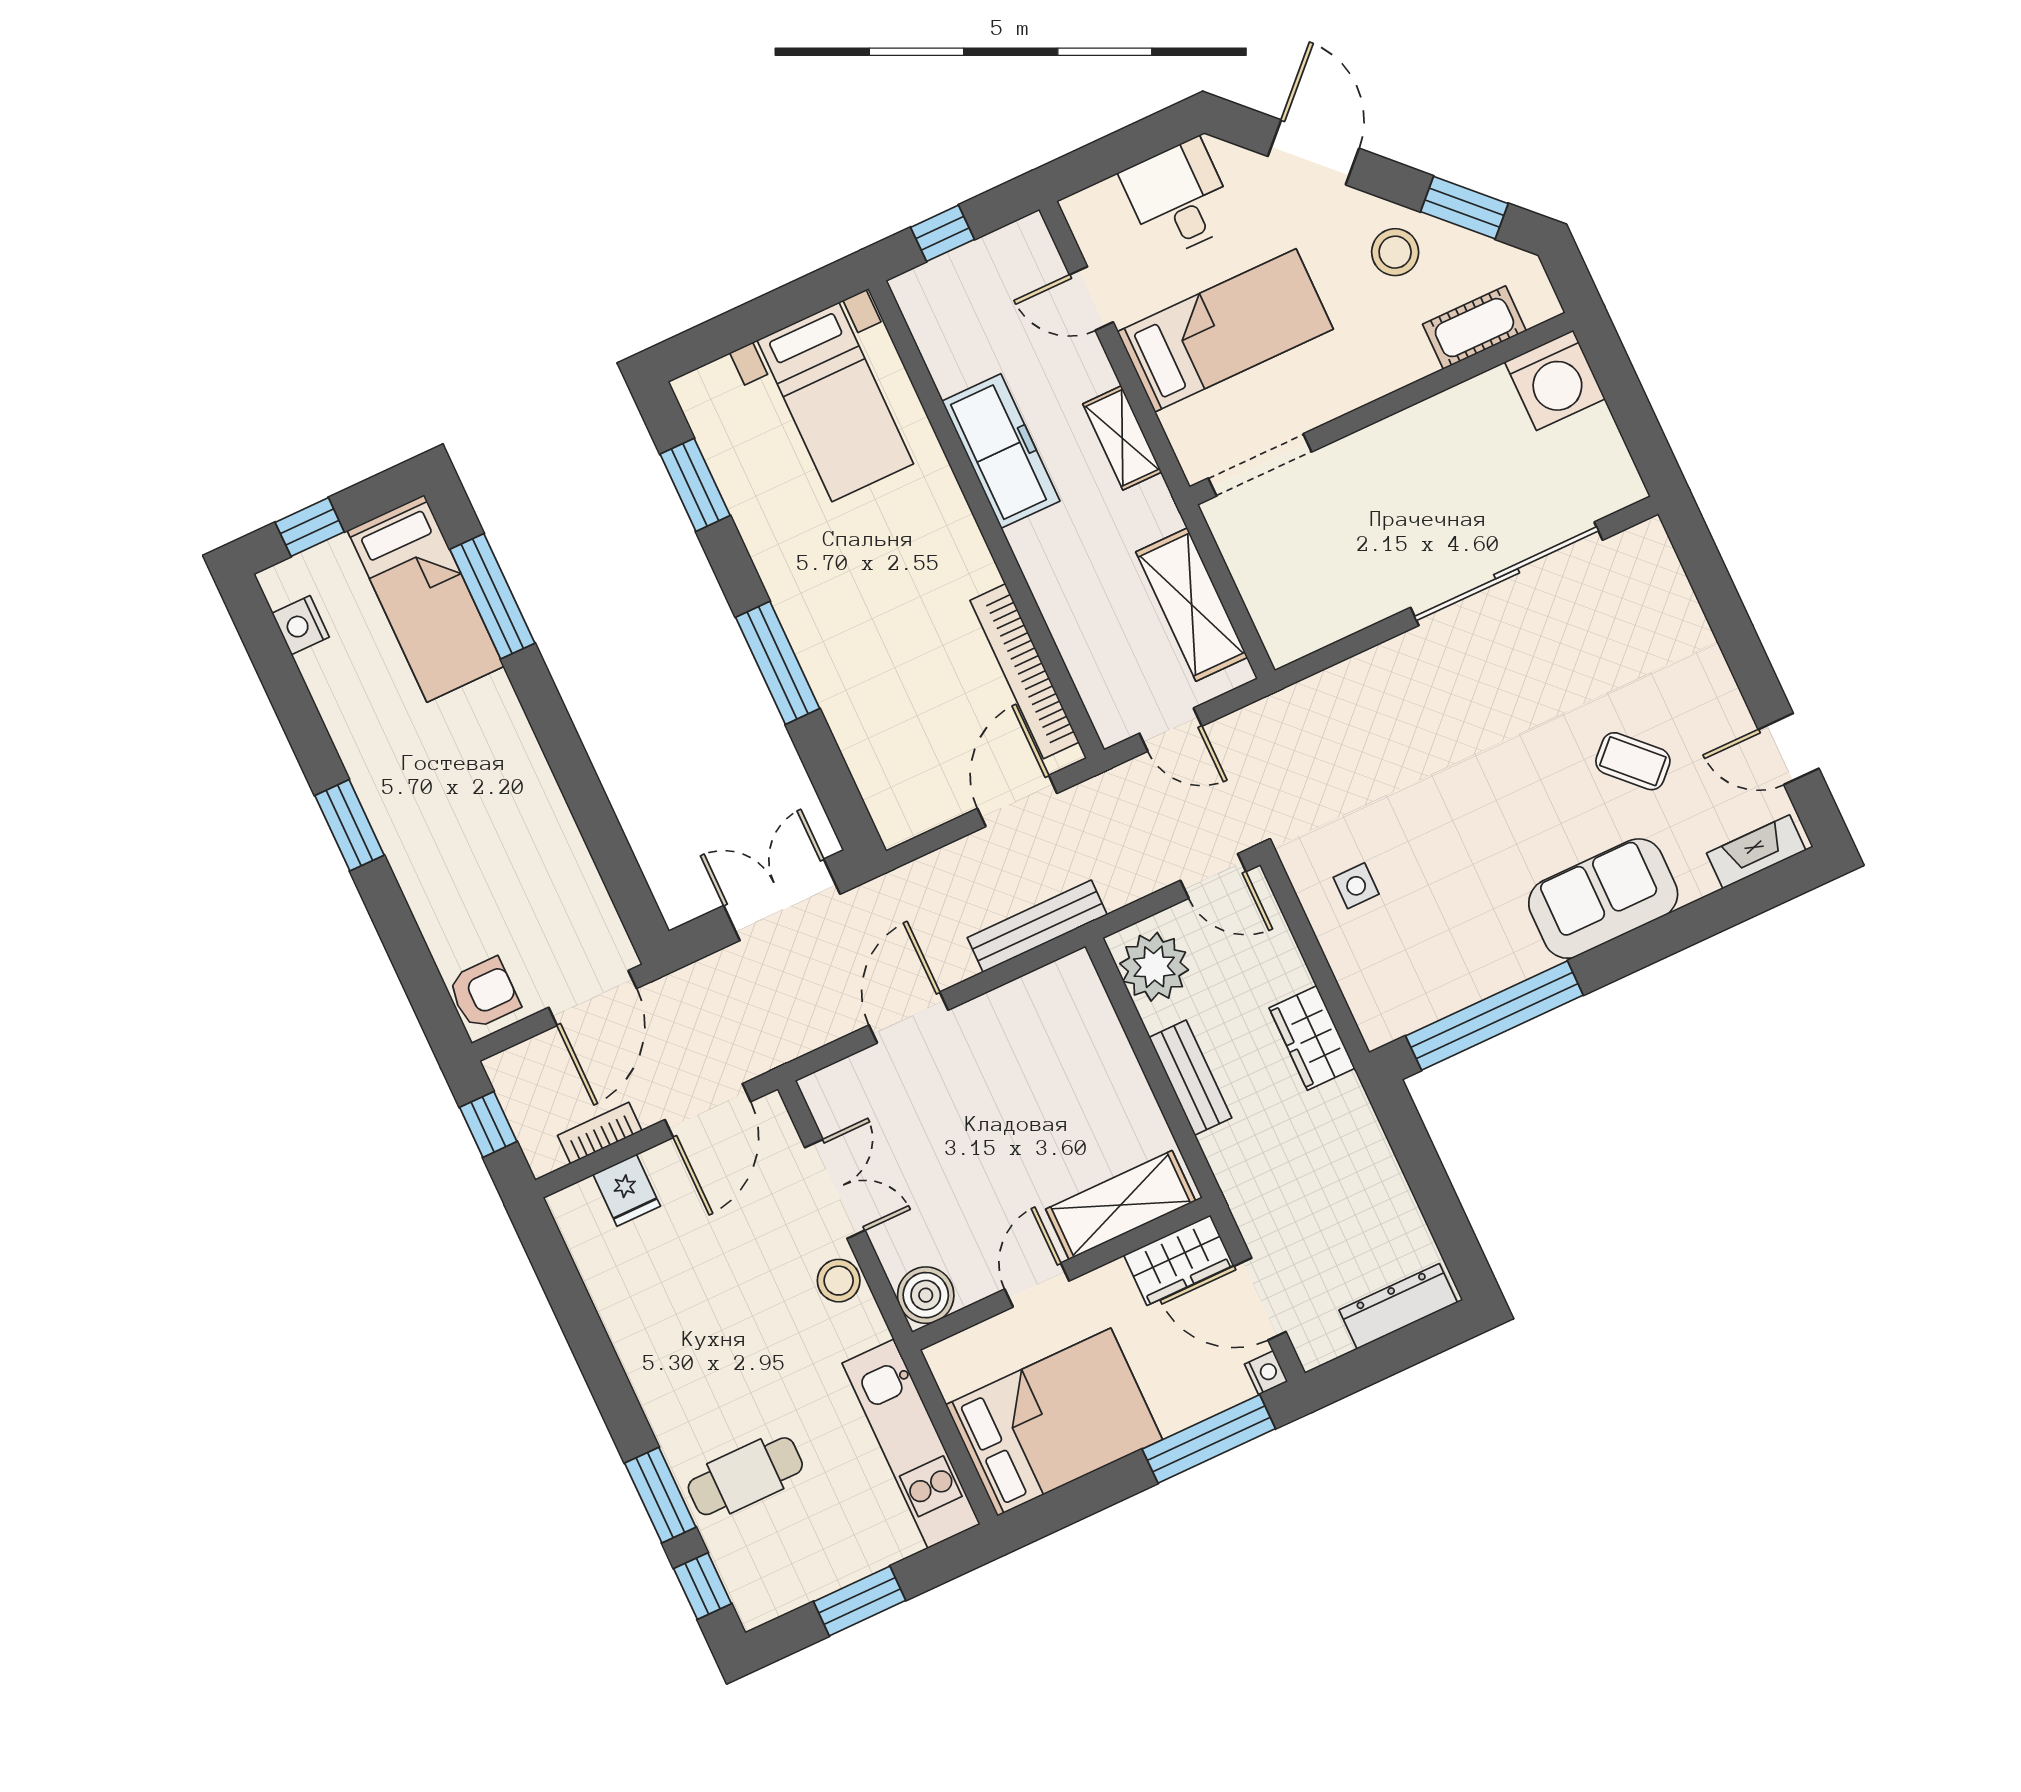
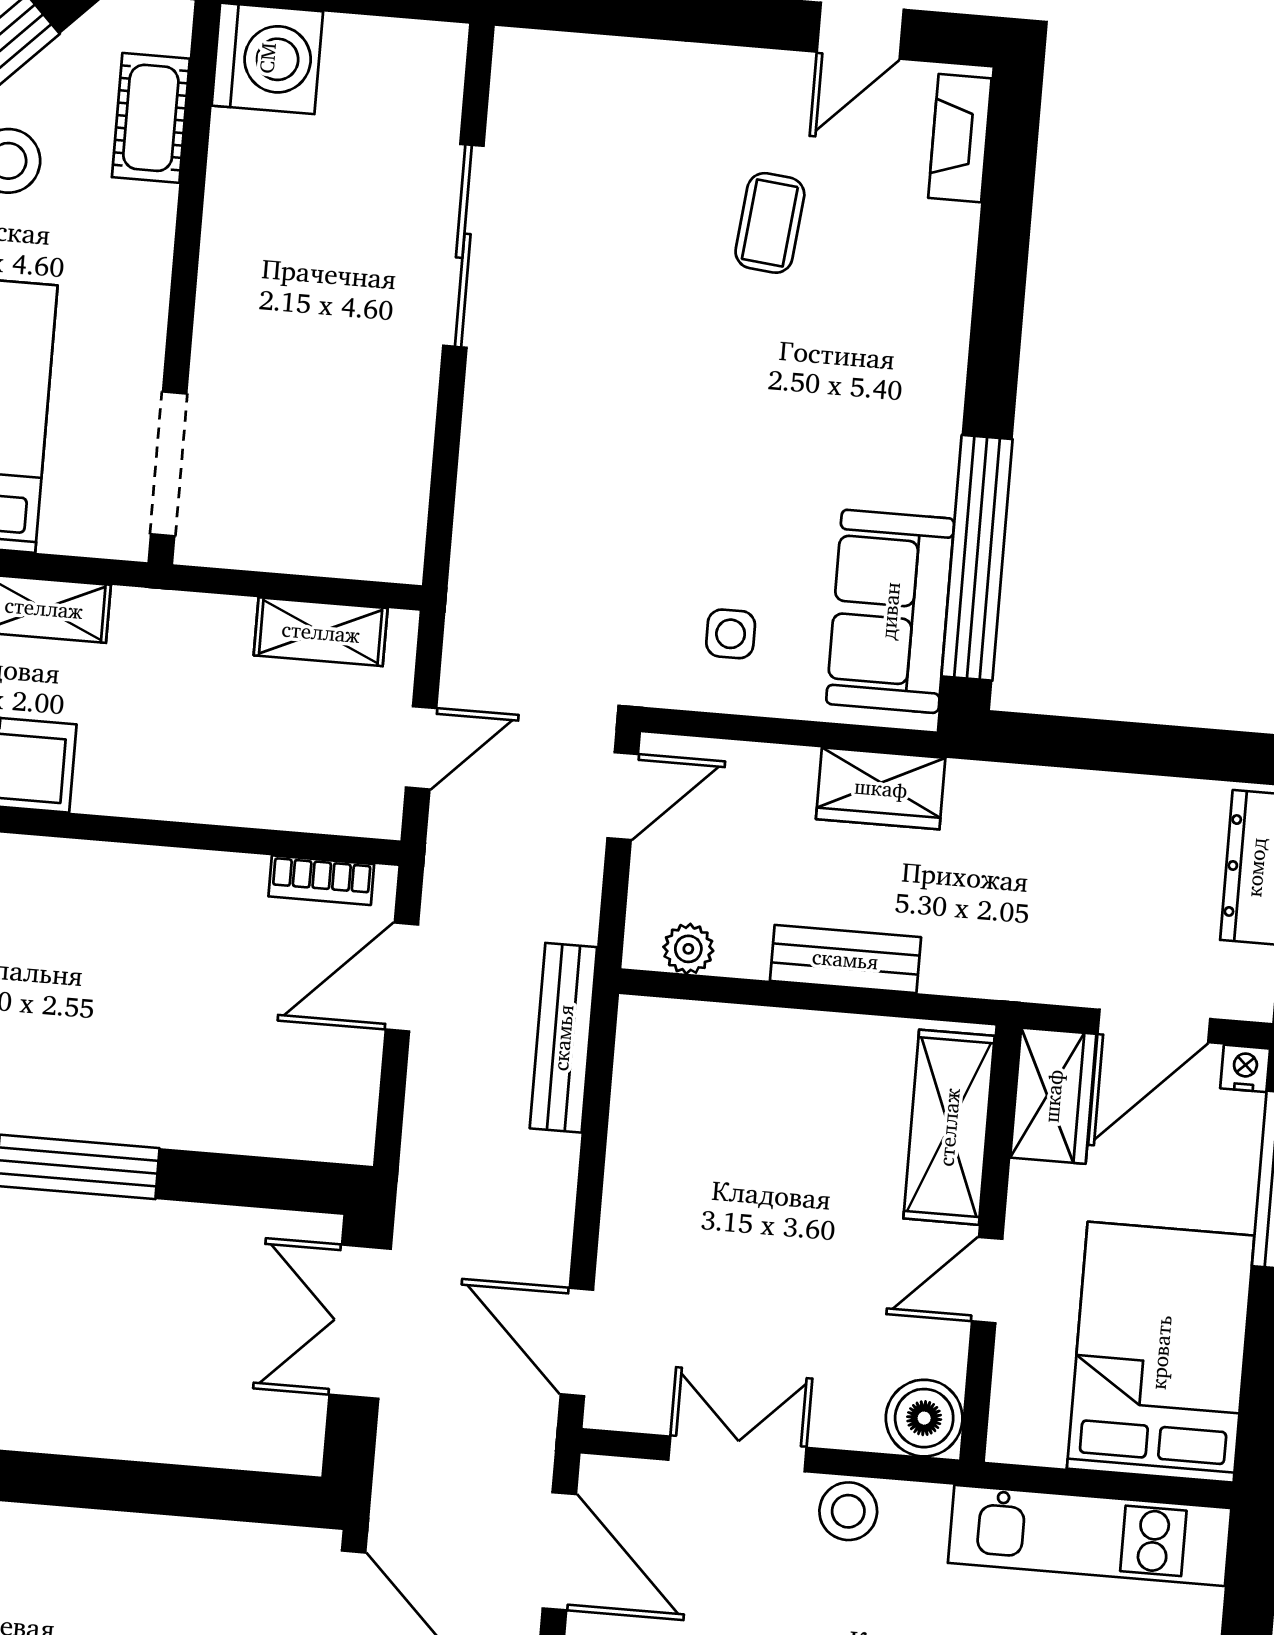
sliding door: (1507, 574) -> (463, 246), width x0.73
shelving: (1192, 605) -> (321, 632), width x0.67, depth x0.75
bookcase: (1025, 671) -> (321, 880), width x0.43, depth x0.76
coffee table: (1633, 761) -> (770, 223), turned -39
door: (1017, 801) -> (402, 977), hinge flipped
sofa: (1603, 899) -> (890, 611), moved
plant: (1154, 967) -> (688, 949), width x0.53, depth x0.53
door: (908, 1018) -> (577, 1342), moved
door: (1037, 1285) -> (987, 1280), hinge flipped

